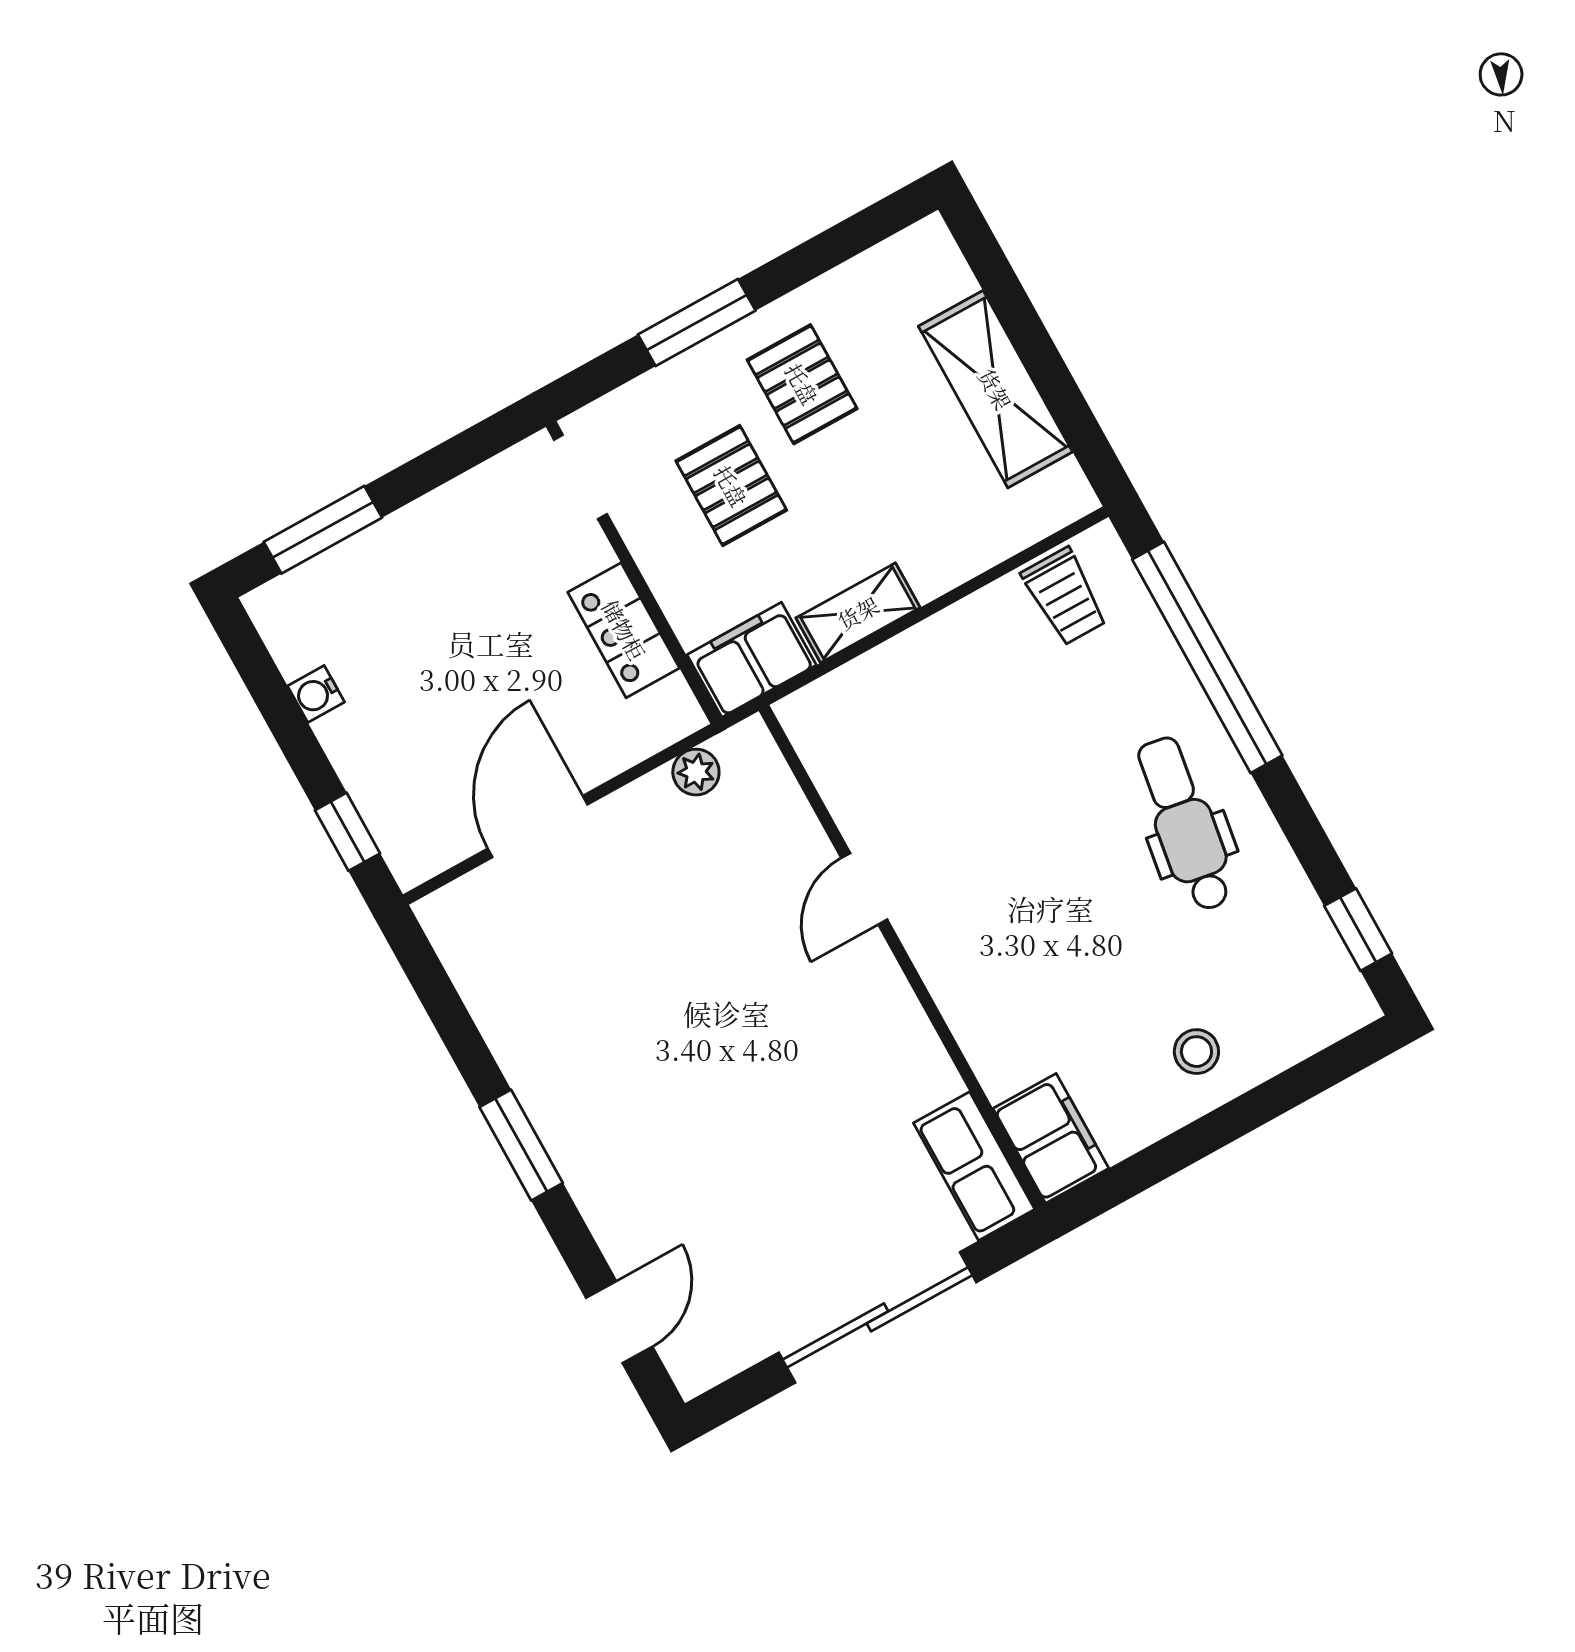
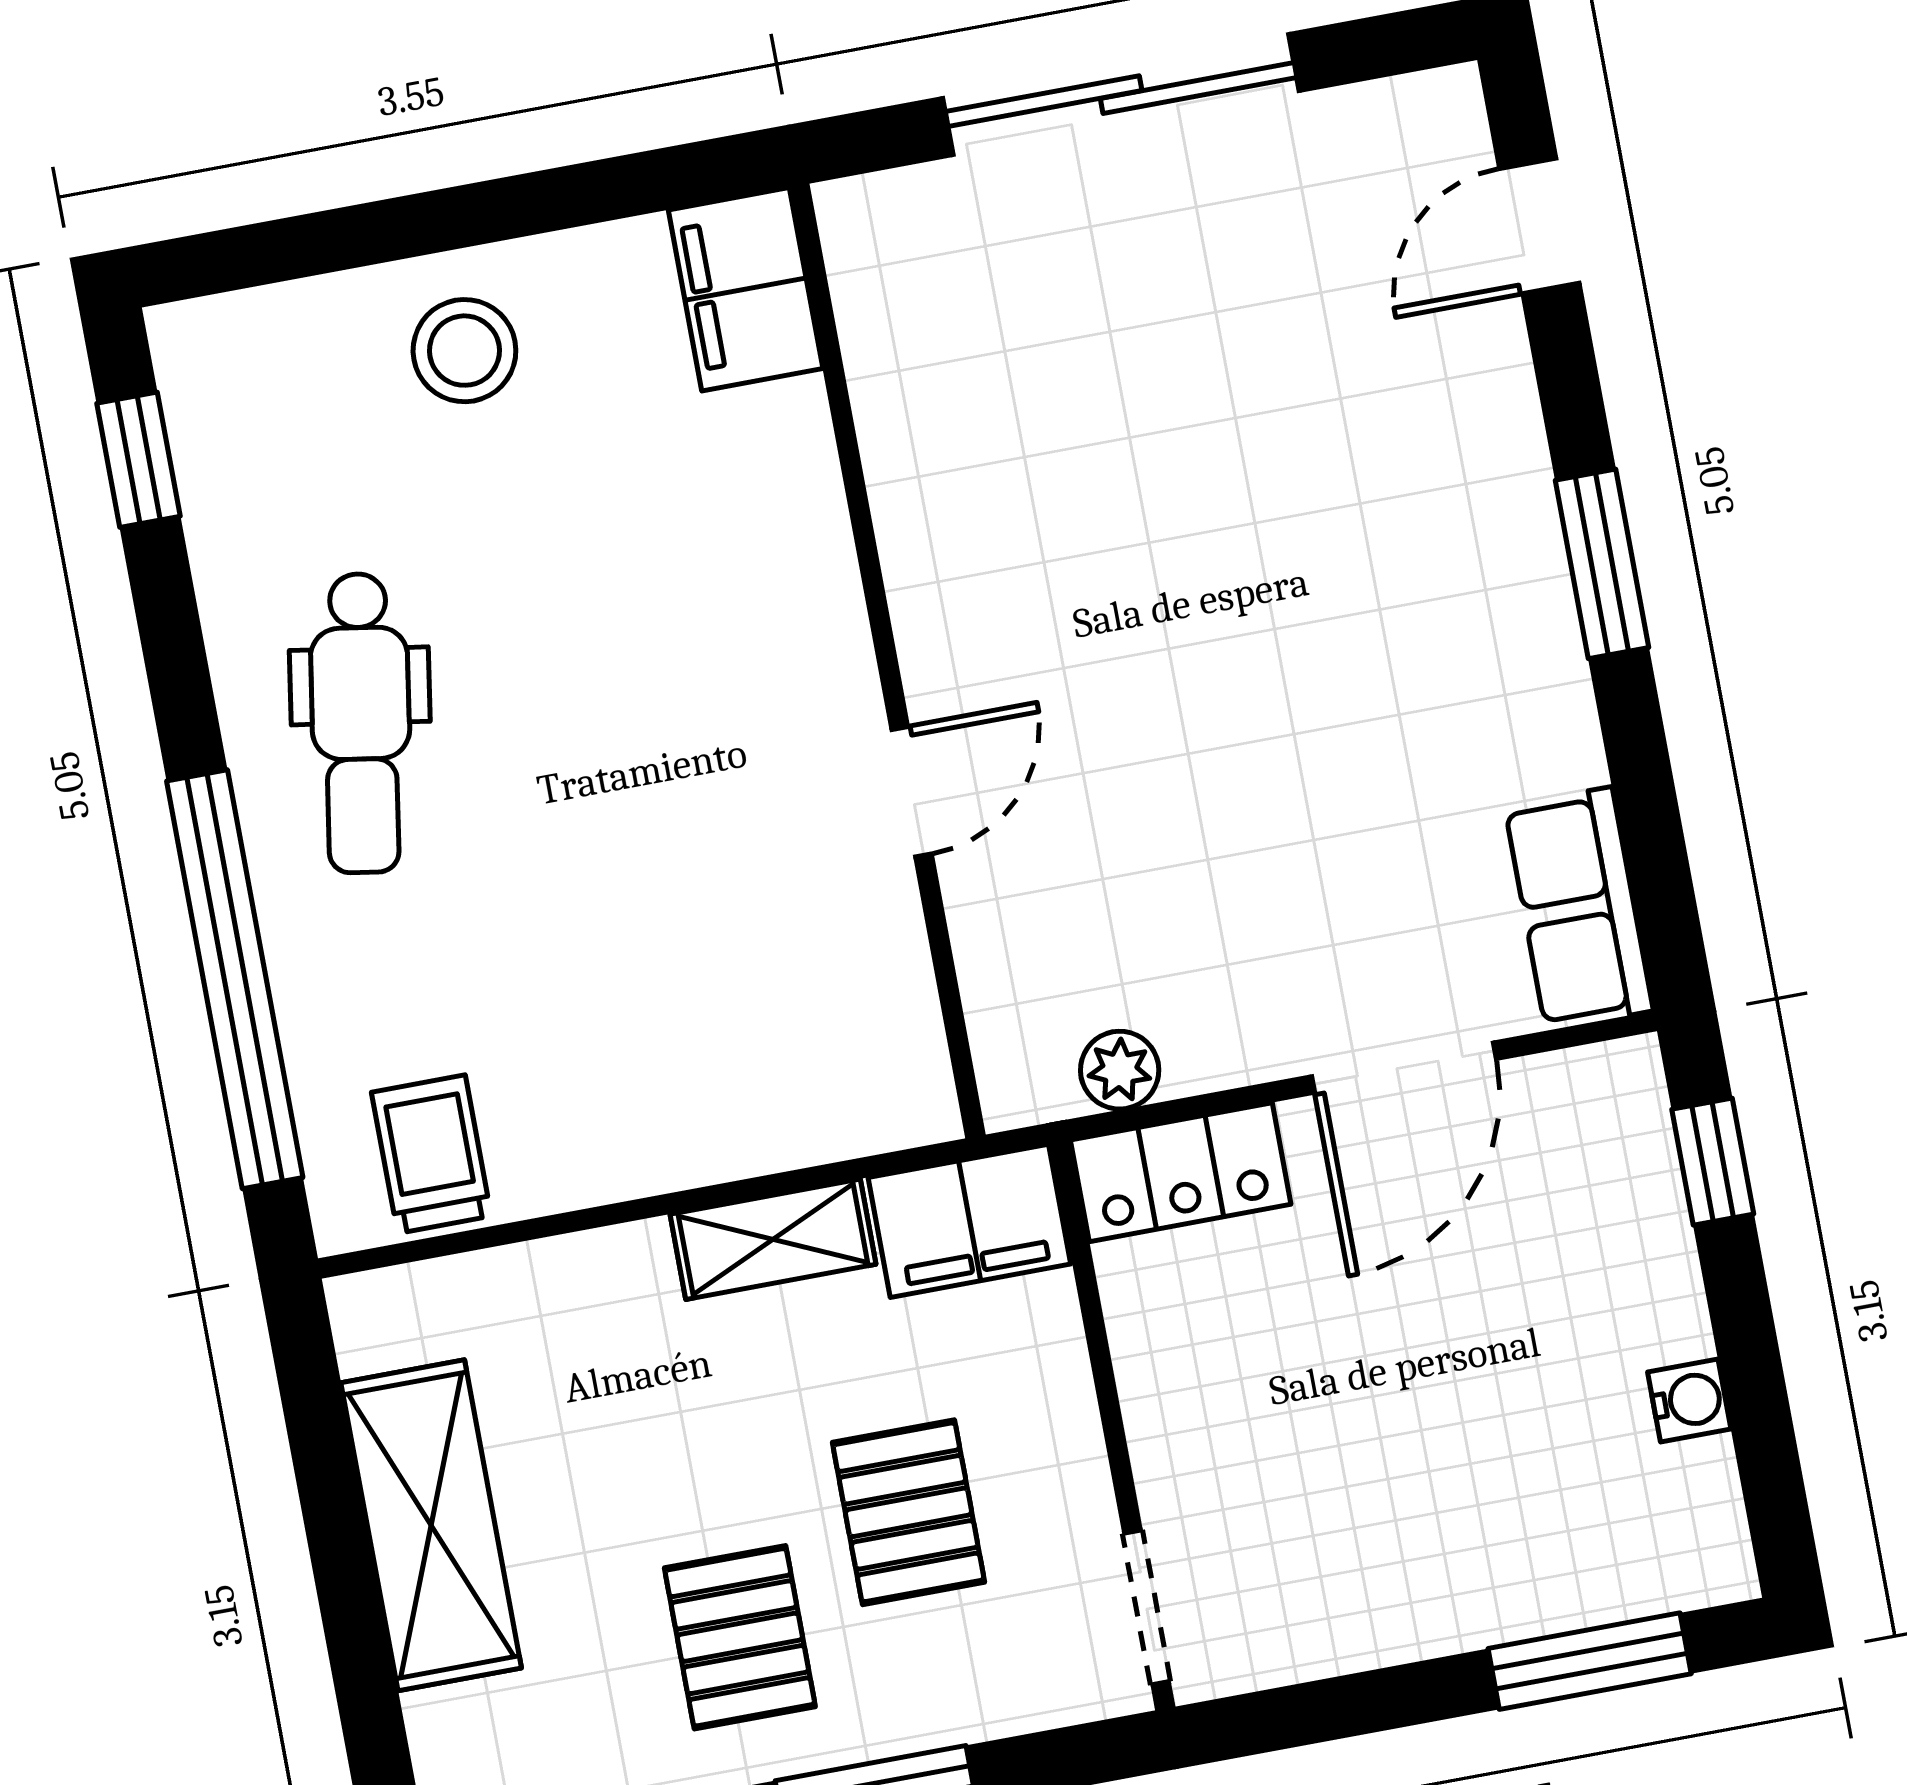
locker: (624, 630) -> (1181, 1172), moved, turned 90
stool: (1196, 1052) -> (464, 351), width x1.37, depth x1.37
row of seats: (974, 1166) -> (1579, 909), moved, turned 180

